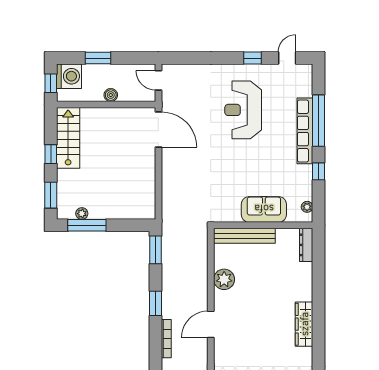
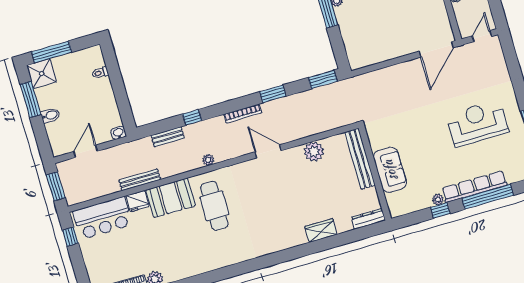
plant: (307, 207) -> (438, 200), moved
wardrobe: (304, 324) -> (321, 230), moved, width x0.67

